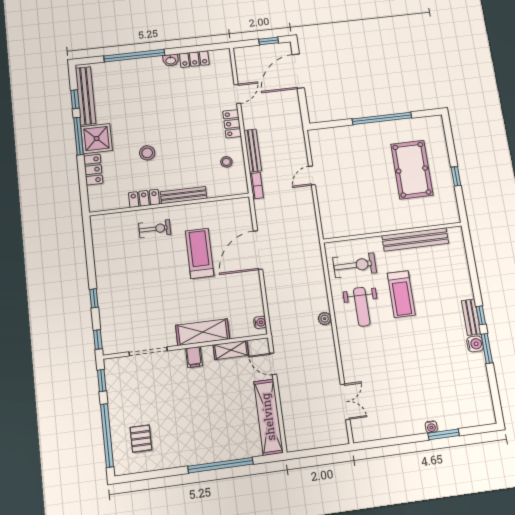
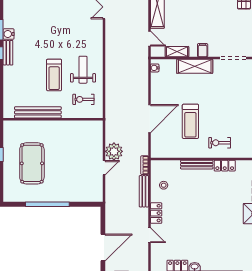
door: (237, 94) -> (149, 235), swing flipped
stool: (147, 153) -> (219, 199), removed
exercise bike: (355, 265) -> (83, 99), width x0.73, depth x0.72
treadmill: (401, 294) -> (54, 75), turned 180
plant: (325, 319) -> (114, 151), moved, width x1.87, depth x1.87

